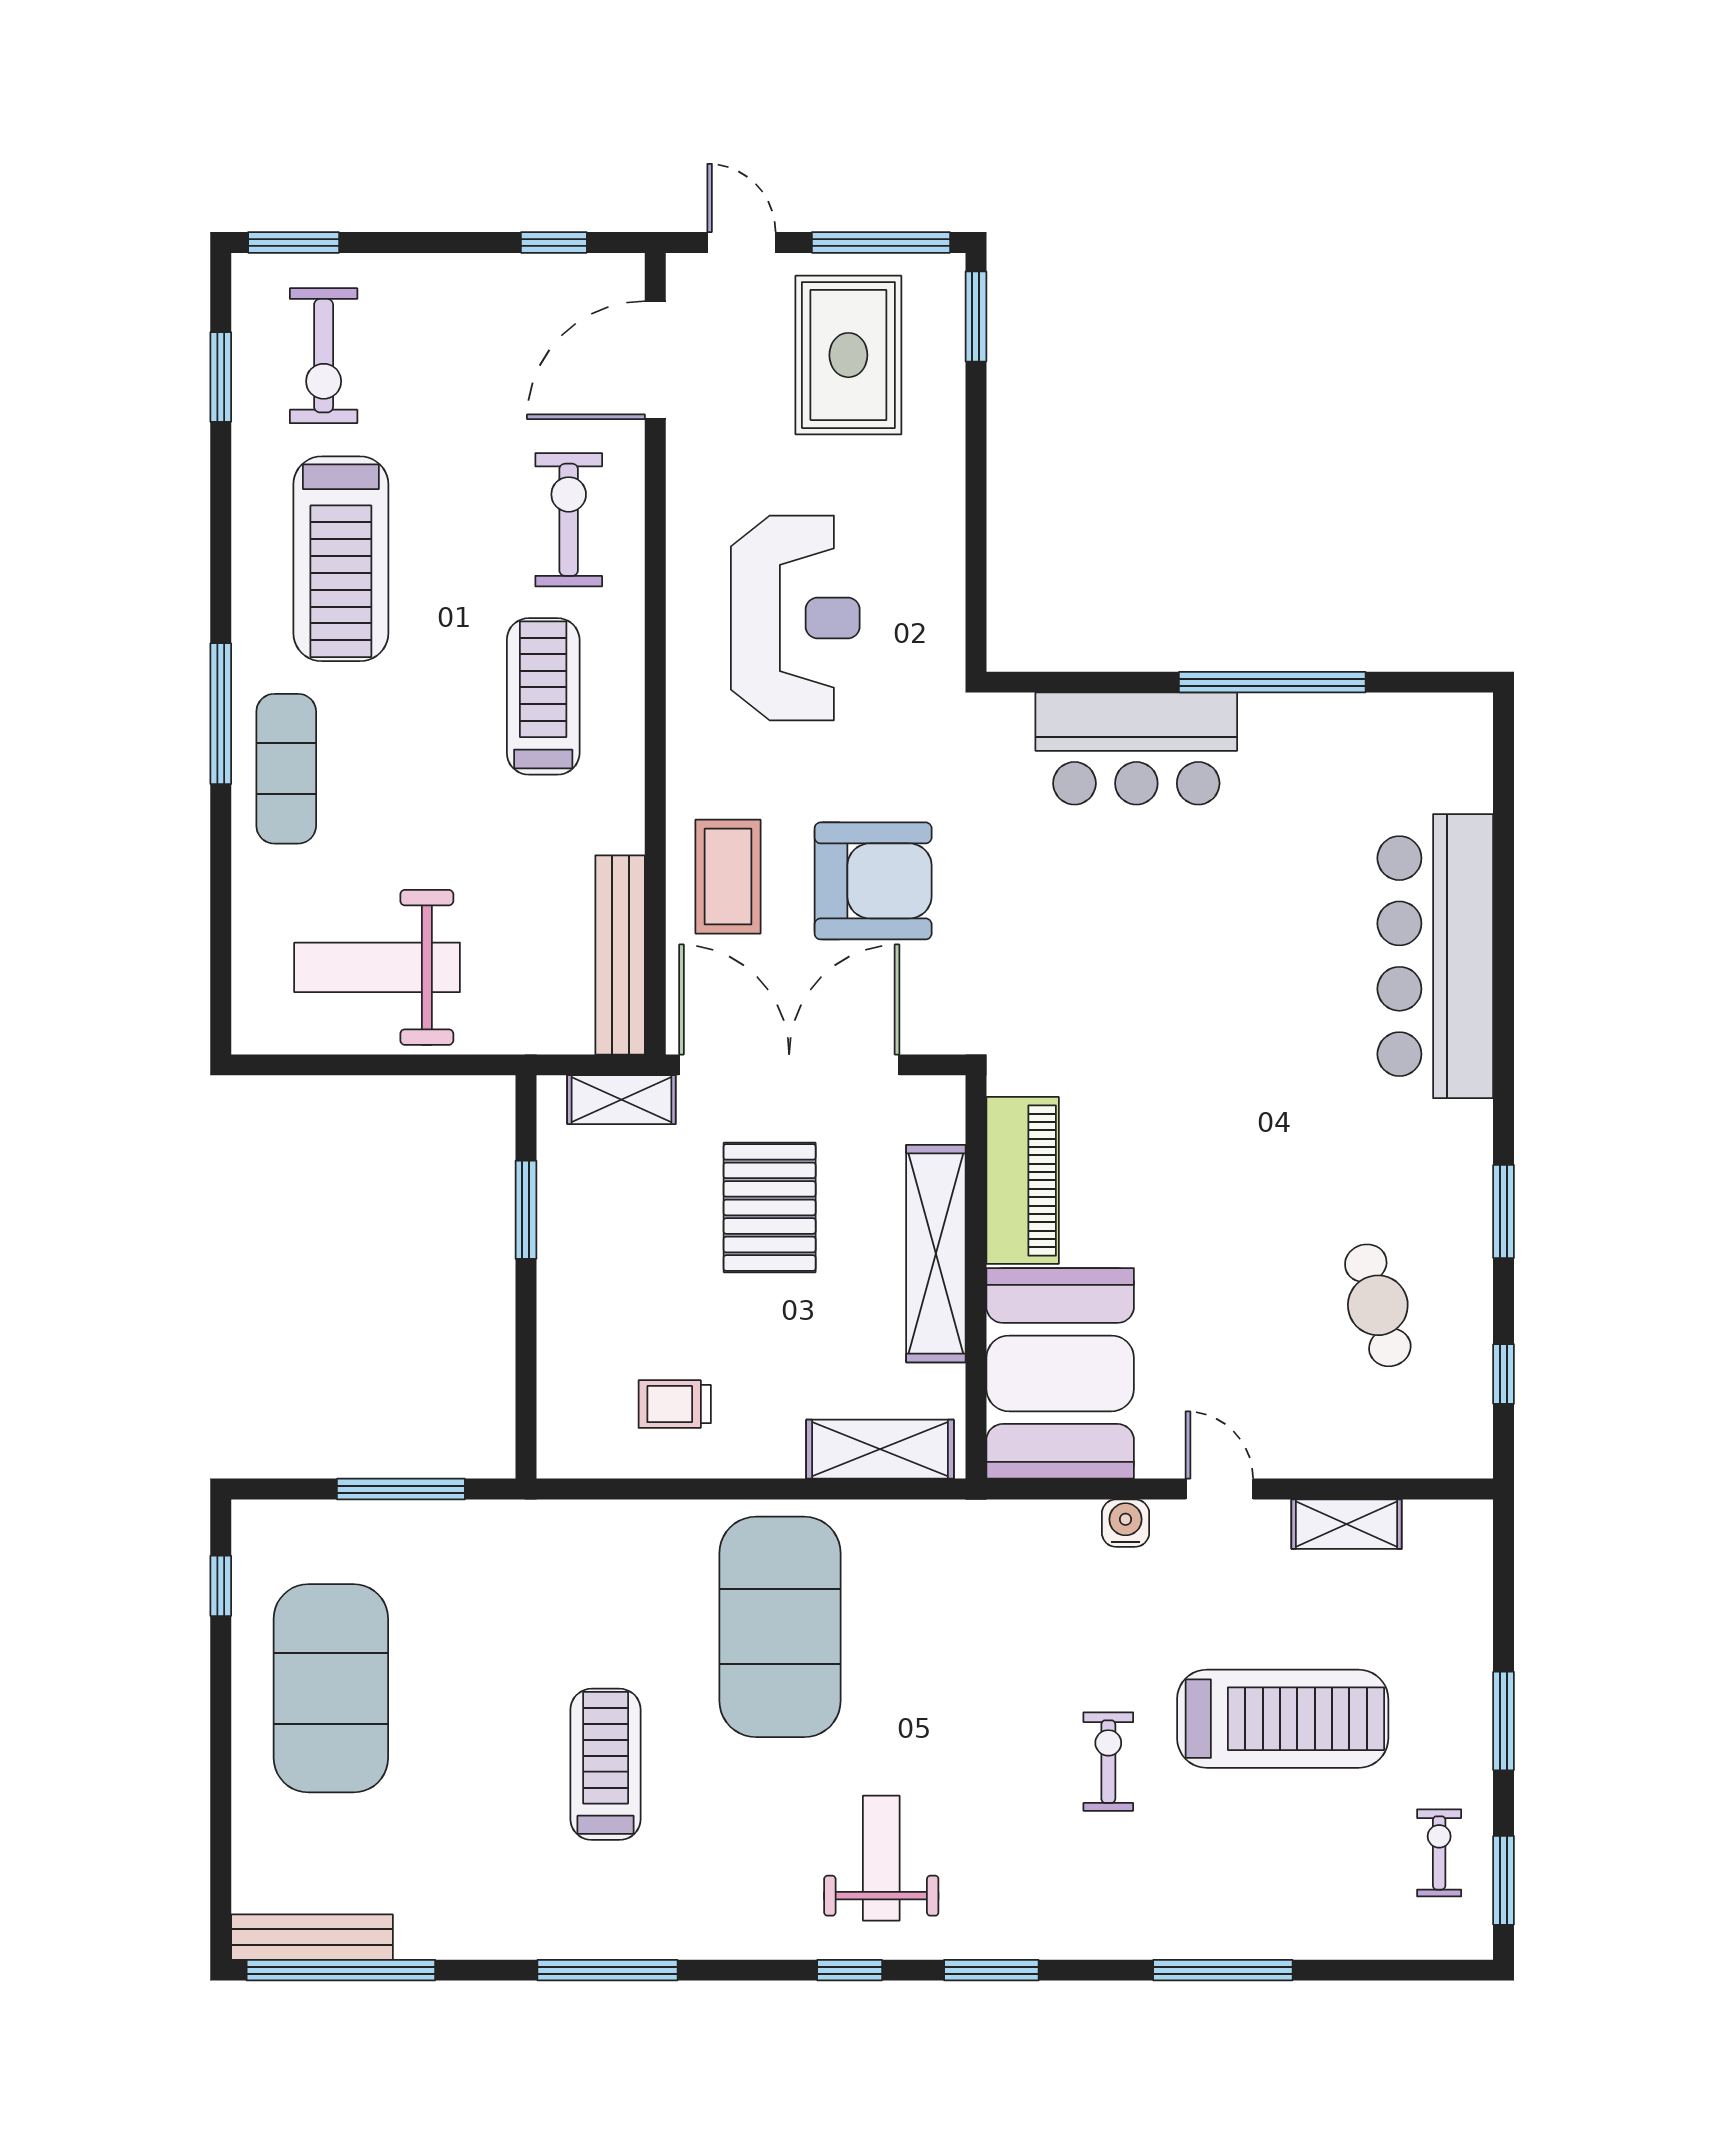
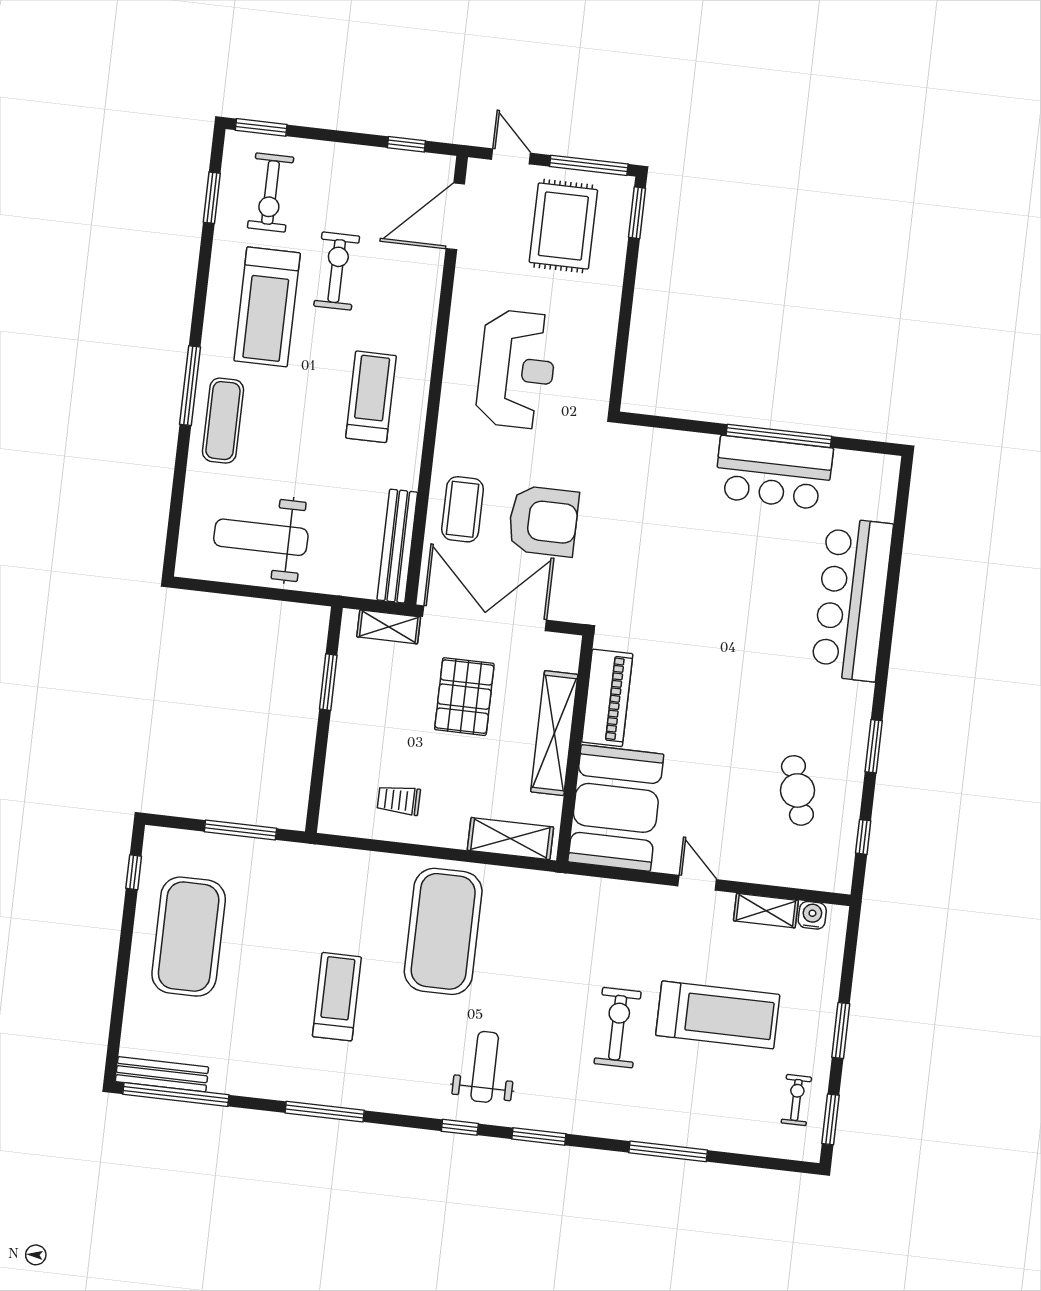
exercise bike: (569, 520) -> (337, 271), moved
bar counter: (1136, 749) -> (774, 473), moved
water cooler: (1126, 1523) -> (812, 915), moved
exercise bike: (1108, 1762) -> (618, 1028), width x1.38, depth x1.39

